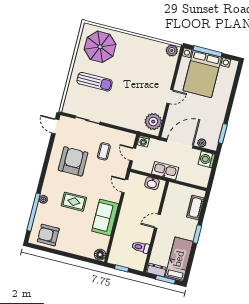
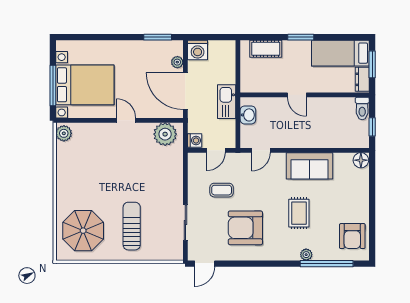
toilet: (141, 247) -> (362, 109), moved

